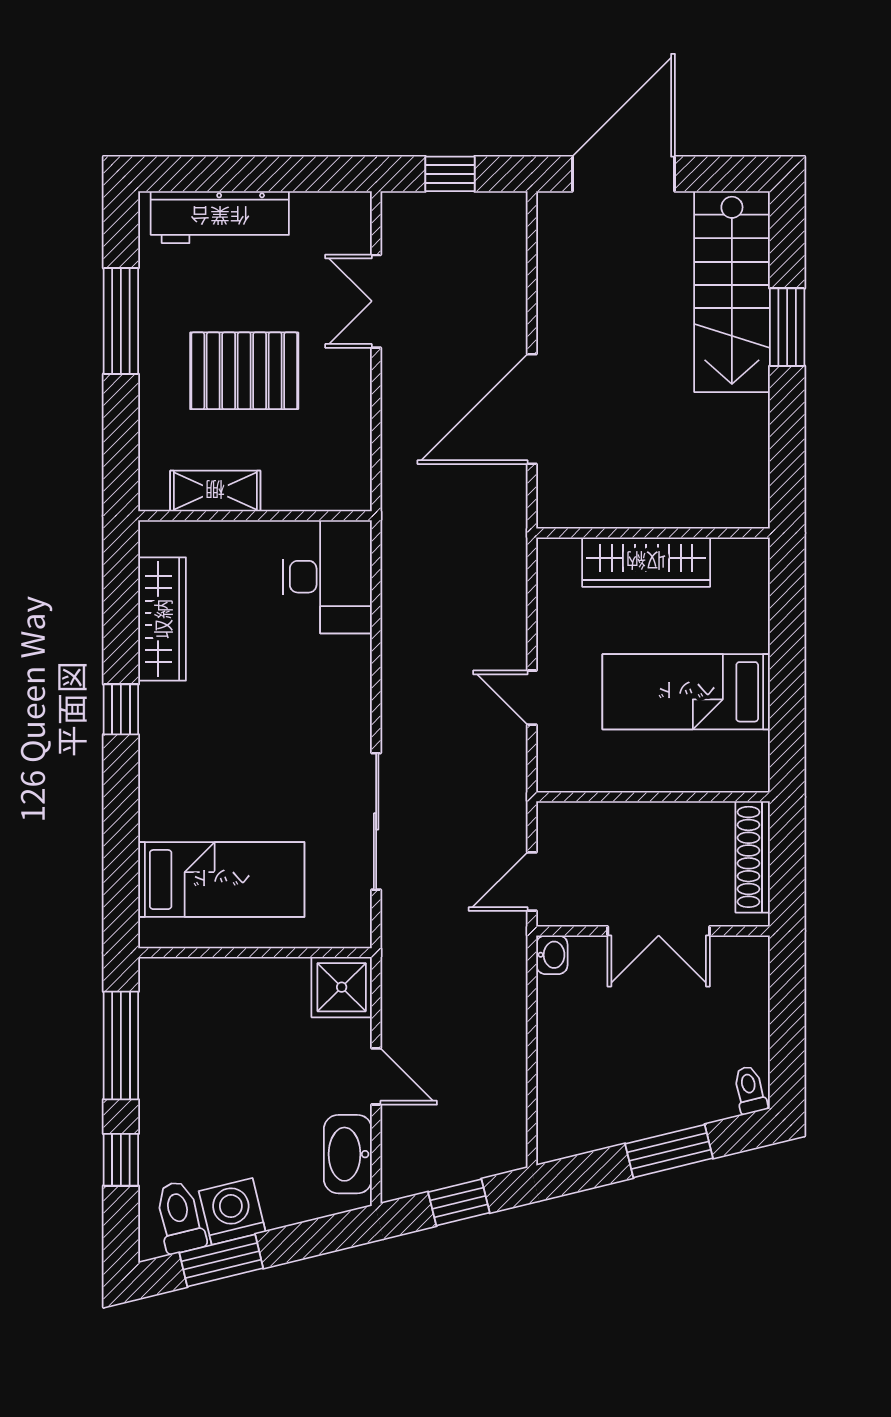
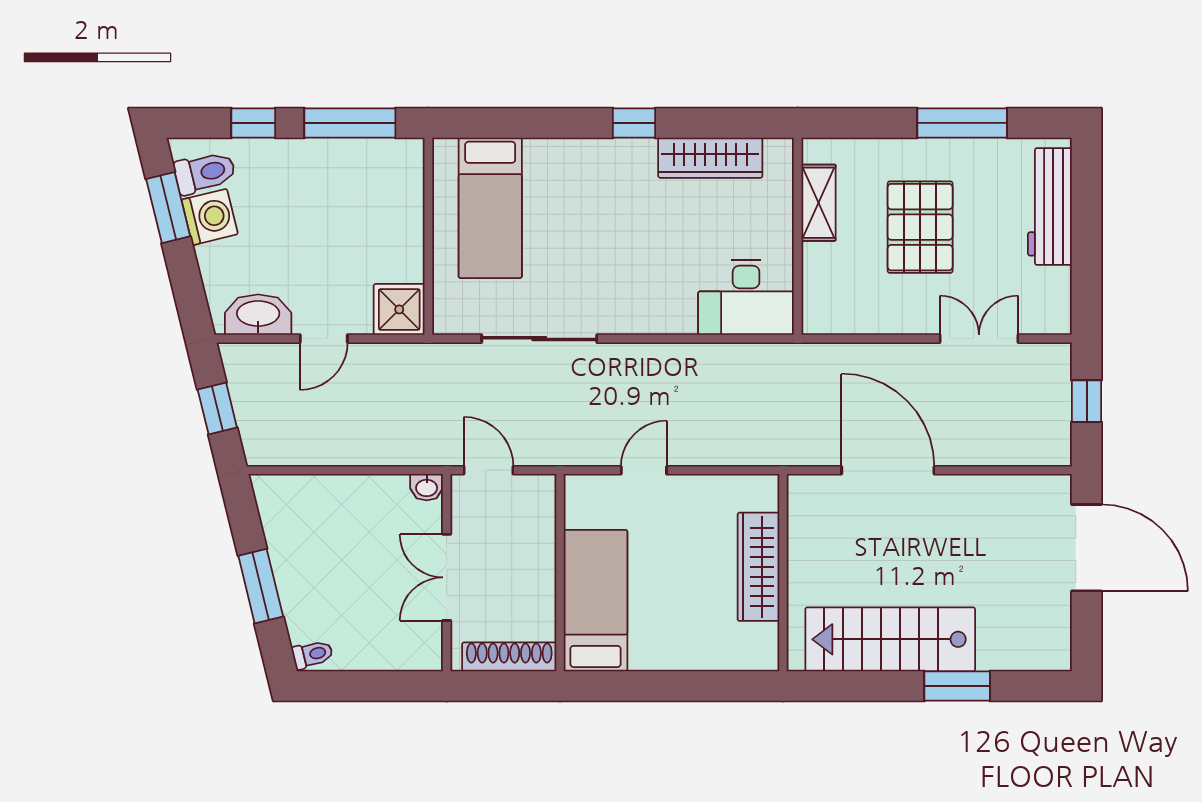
stairs: (732, 292) -> (890, 639), moved
bed: (686, 692) -> (595, 601), moved

